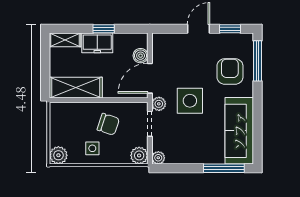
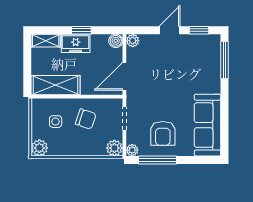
boiler: (141, 56) -> (116, 41), moved
armchair: (230, 71) -> (163, 133), moved, turned 180
side table: (190, 101) -> (162, 97), removed
plant: (159, 104) -> (133, 41), moved
side table: (92, 148) -> (56, 122), moved
window: (224, 168) -> (157, 160), moved

